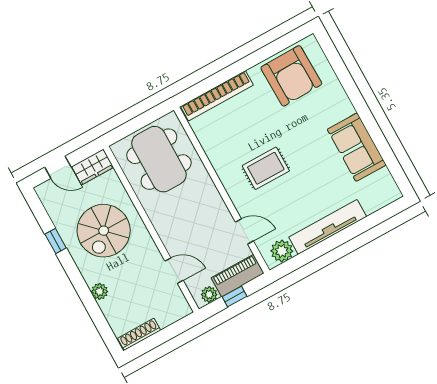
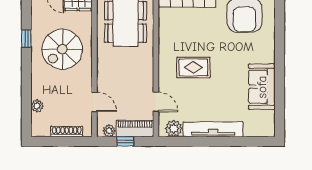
plant: (100, 291) -> (37, 106), moved
shoe rack: (139, 334) -> (67, 132), moved

